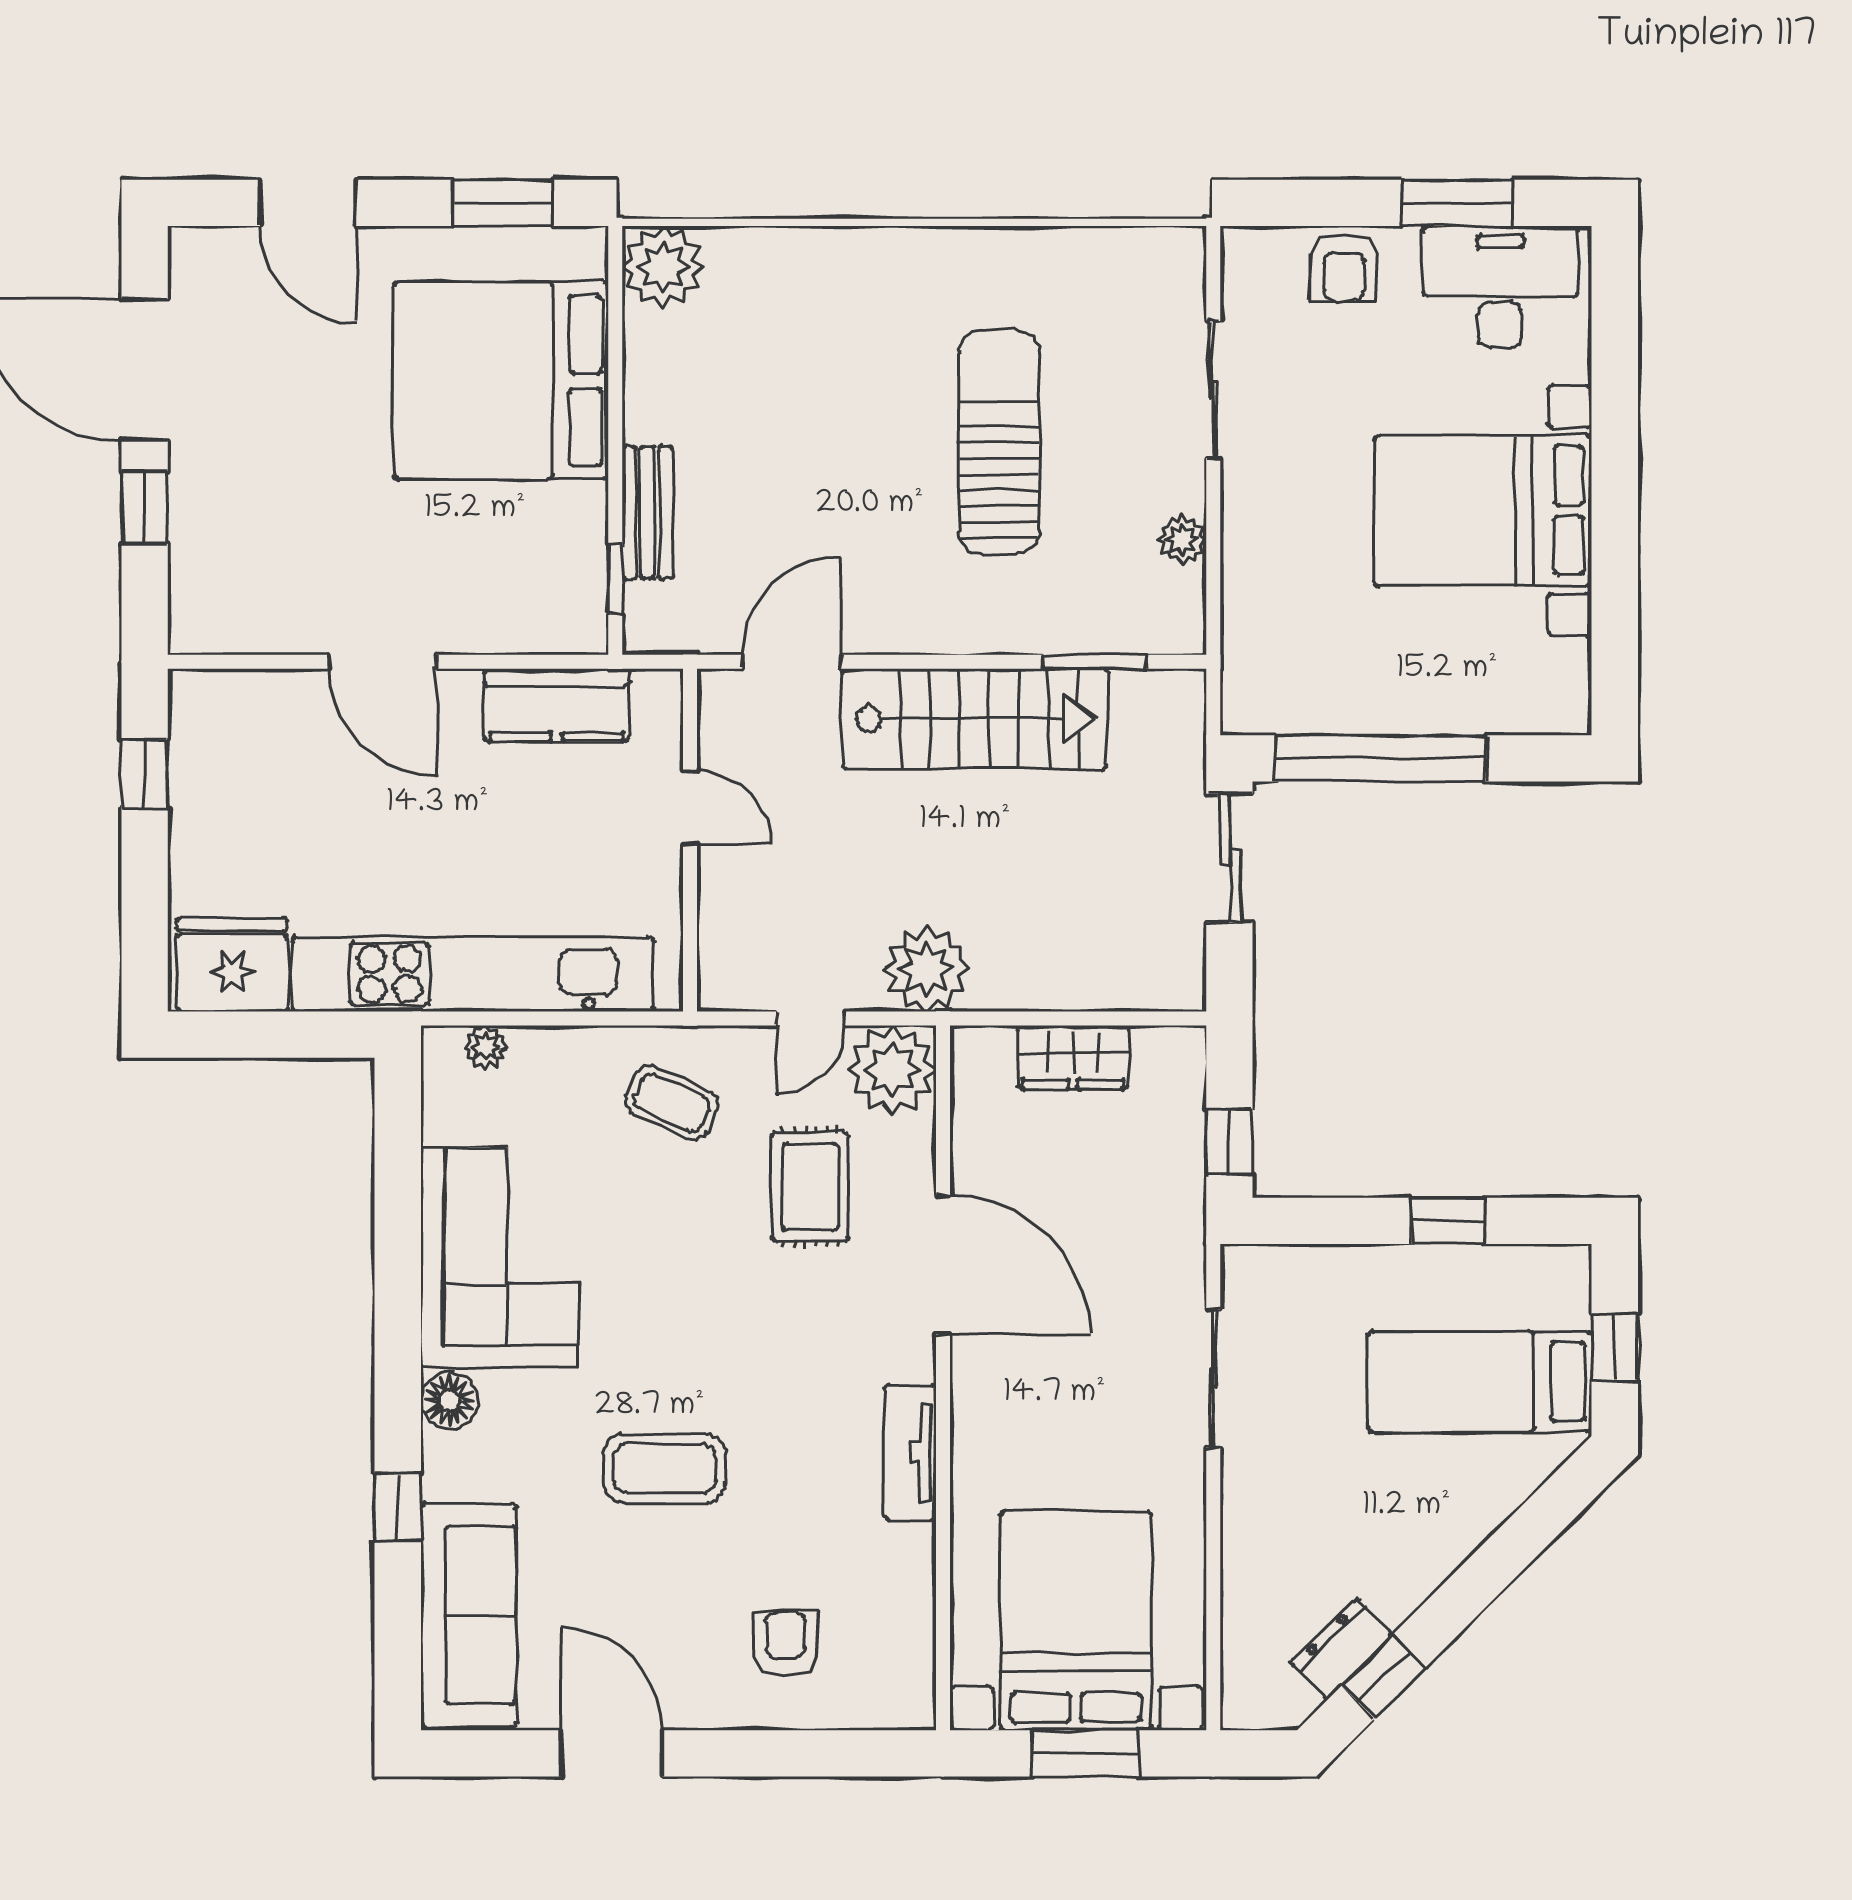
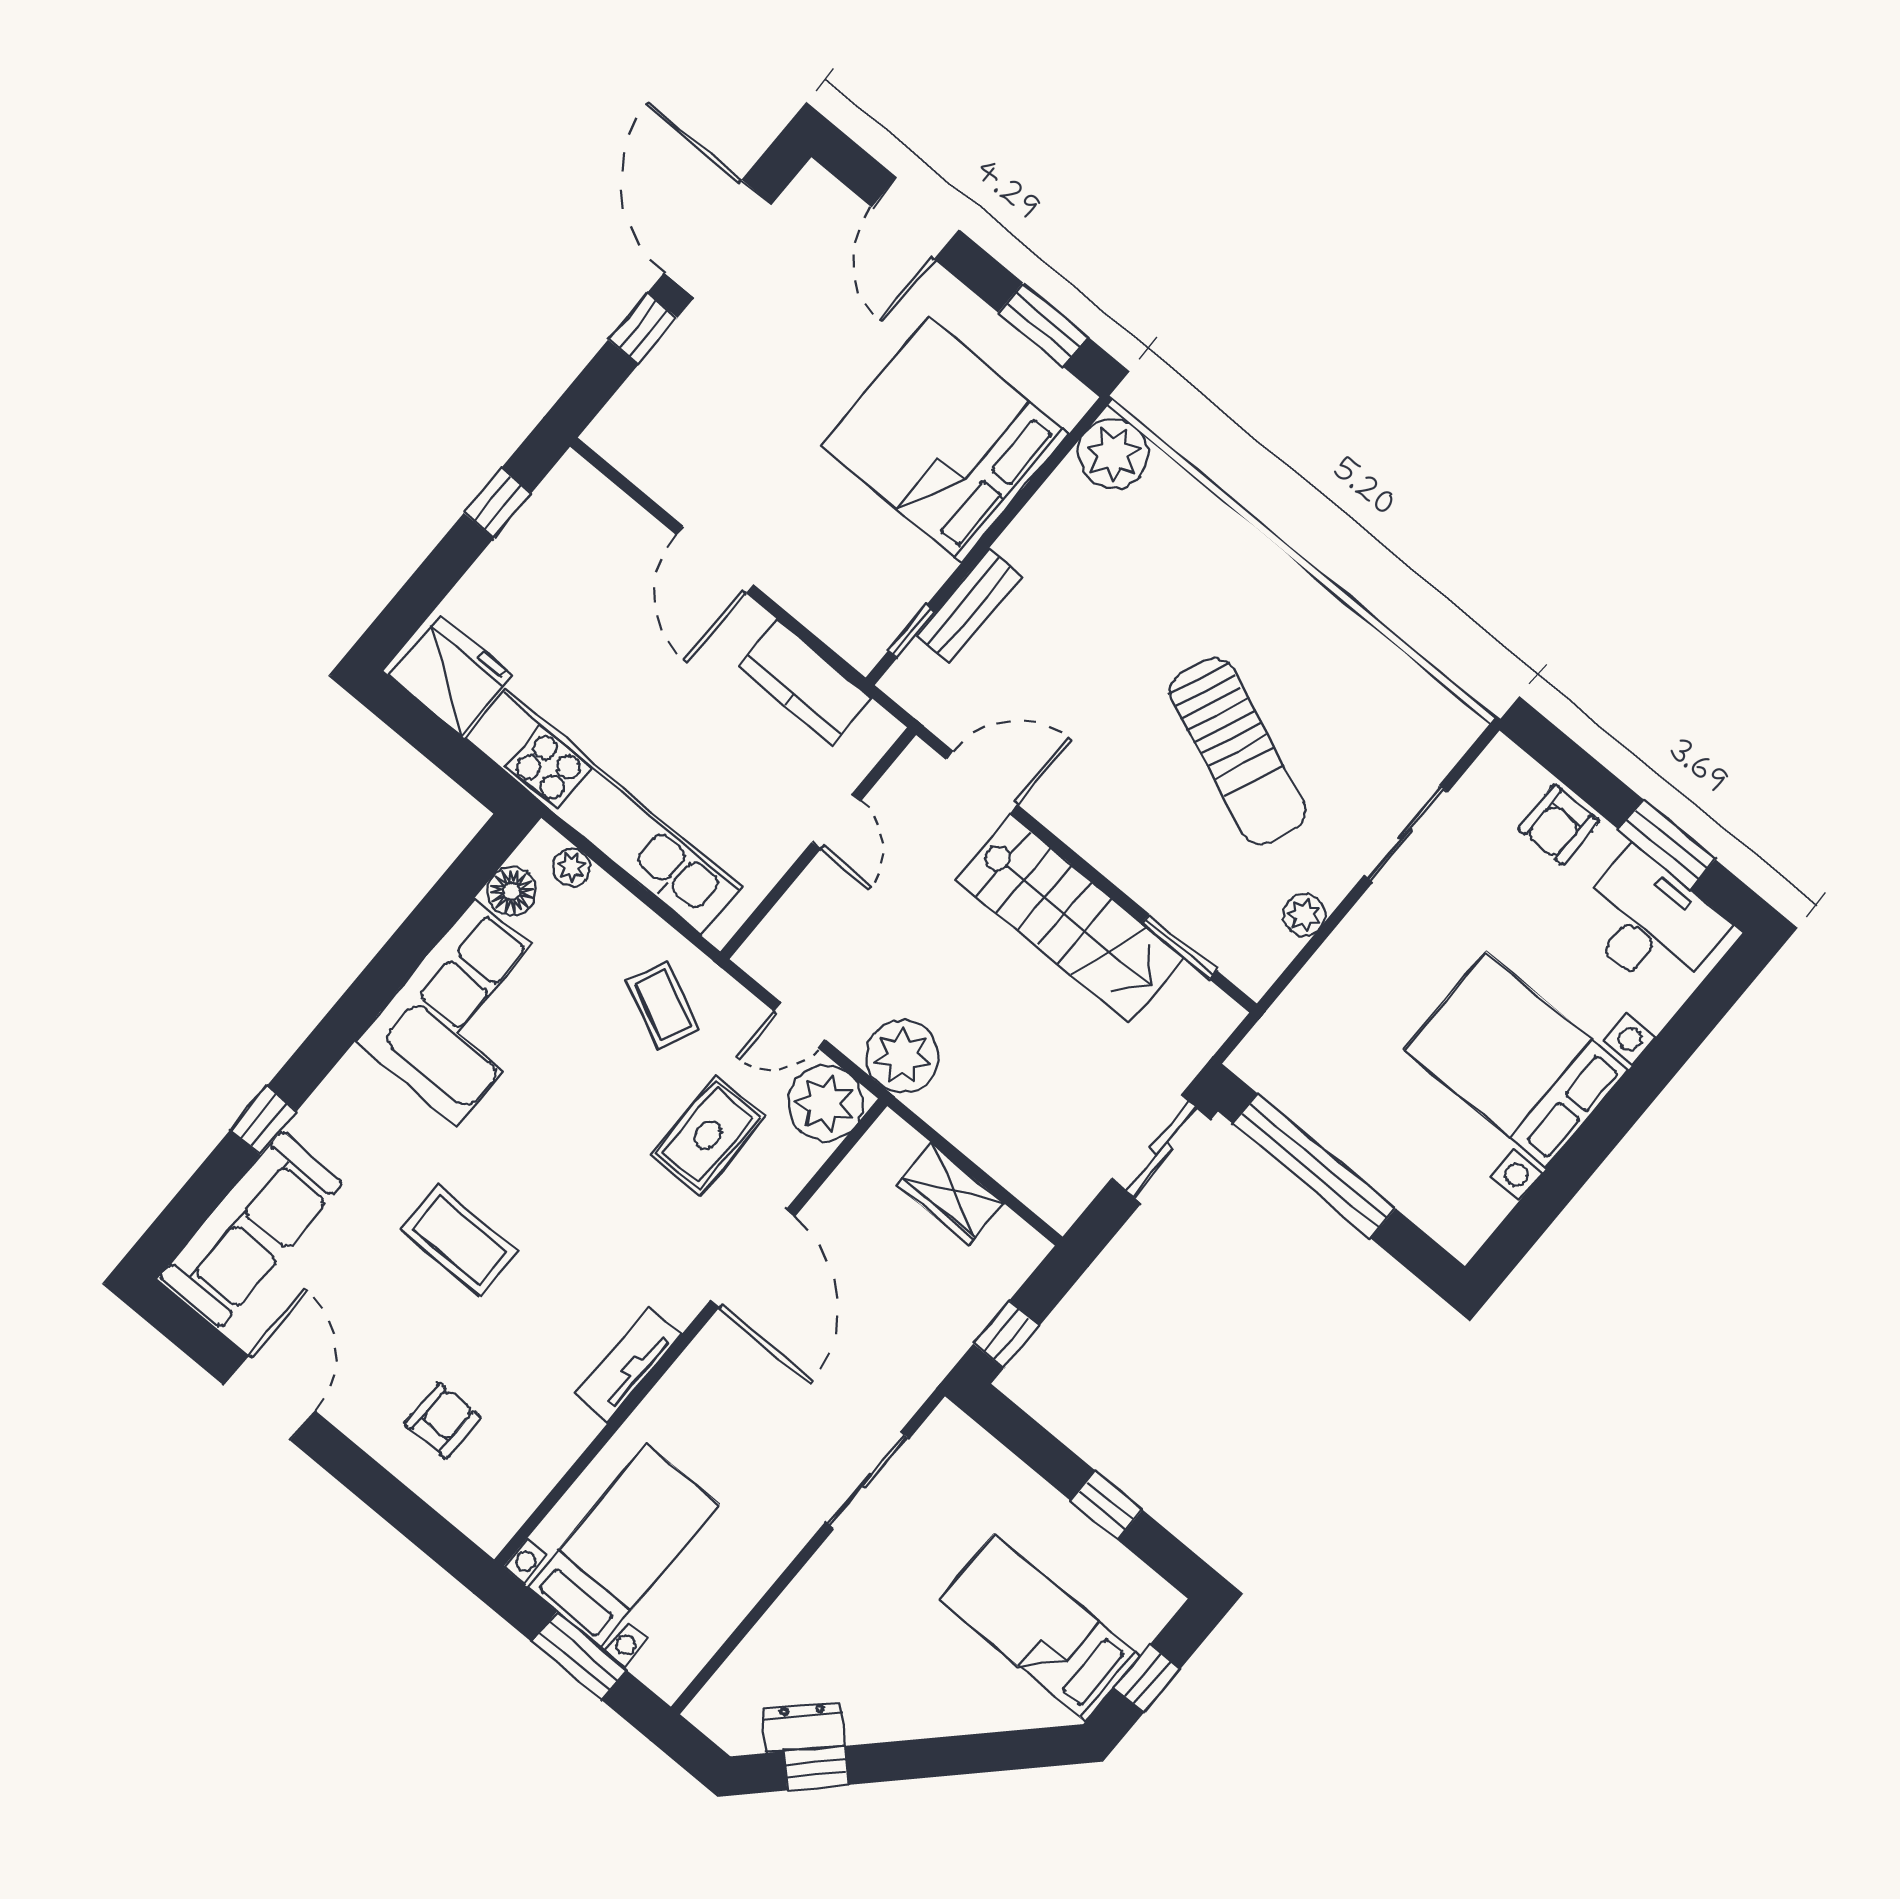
sun lounger: (999, 442) -> (1238, 751), turned 112
floor lamp: (449, 1401) -> (512, 891), moved
bed with nightstands: (1076, 1621) -> (623, 1546), width x0.73

